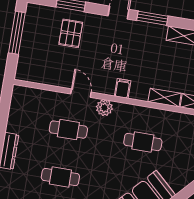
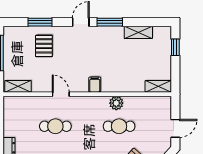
shelving: (165, 98) -> (18, 86), moved
plant: (104, 108) -> (116, 103), moved

